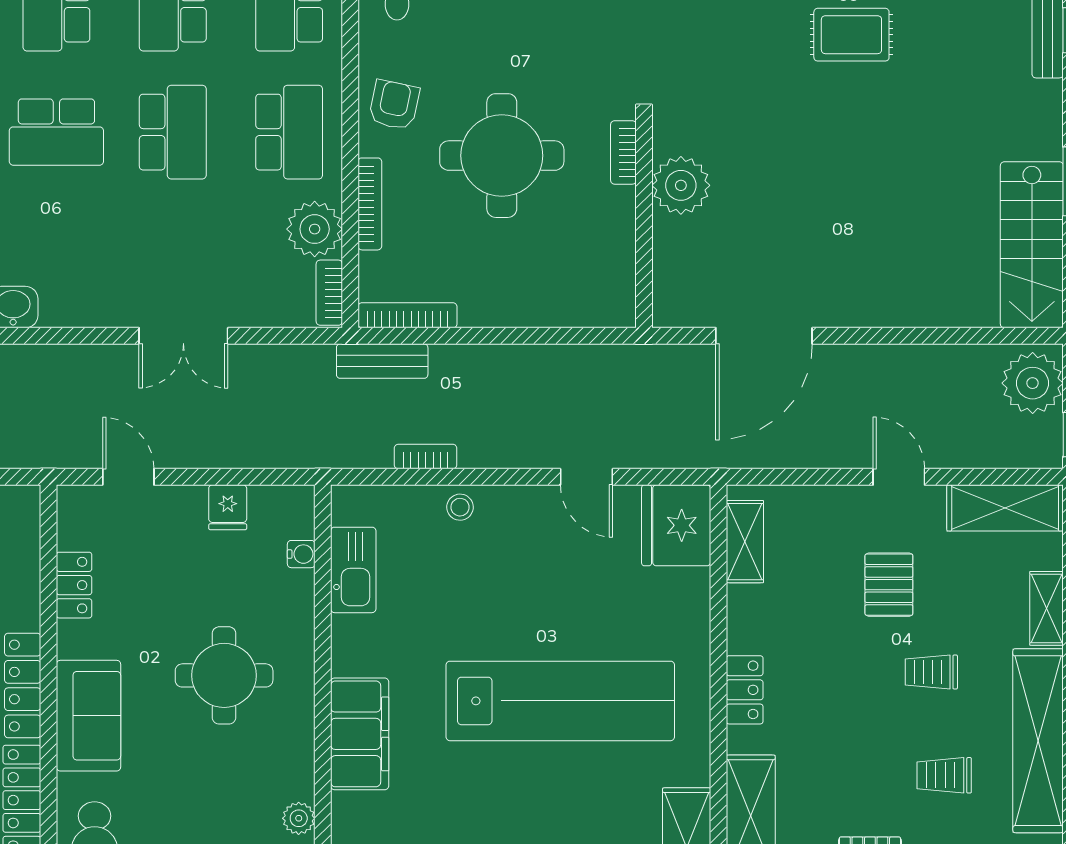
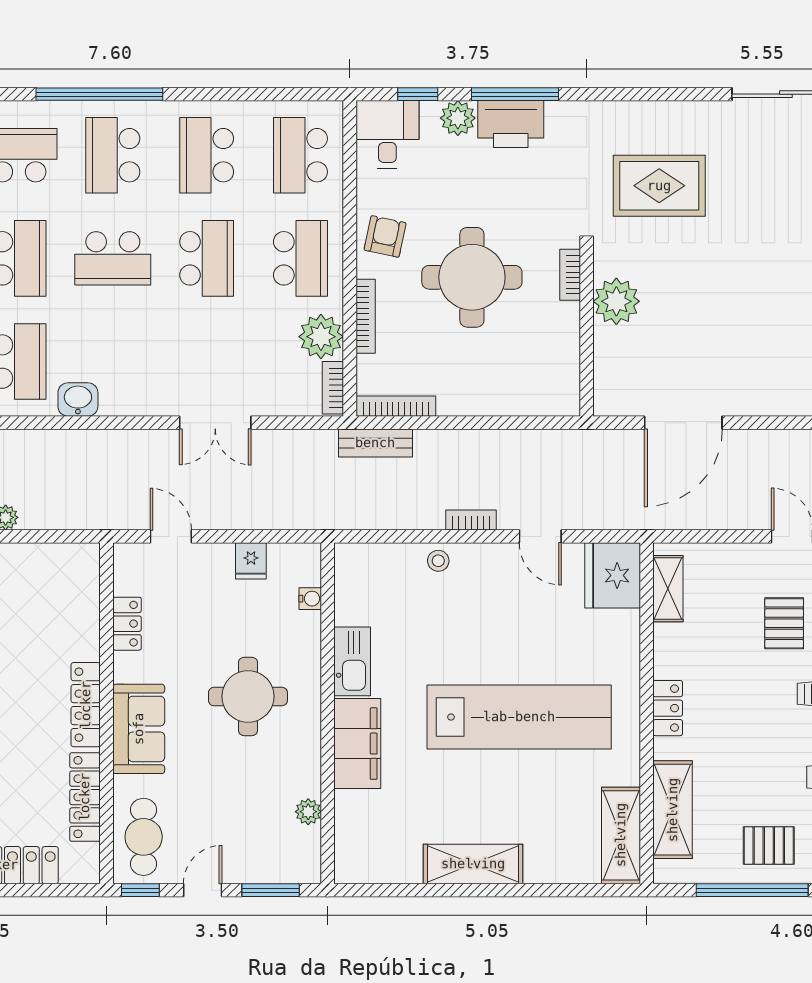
rug: (851, 35) -> (659, 186), moved, width x1.36, depth x1.43
bookcase: (426, 457) -> (471, 520), moved
kitchen sink: (353, 570) -> (352, 661), moved

